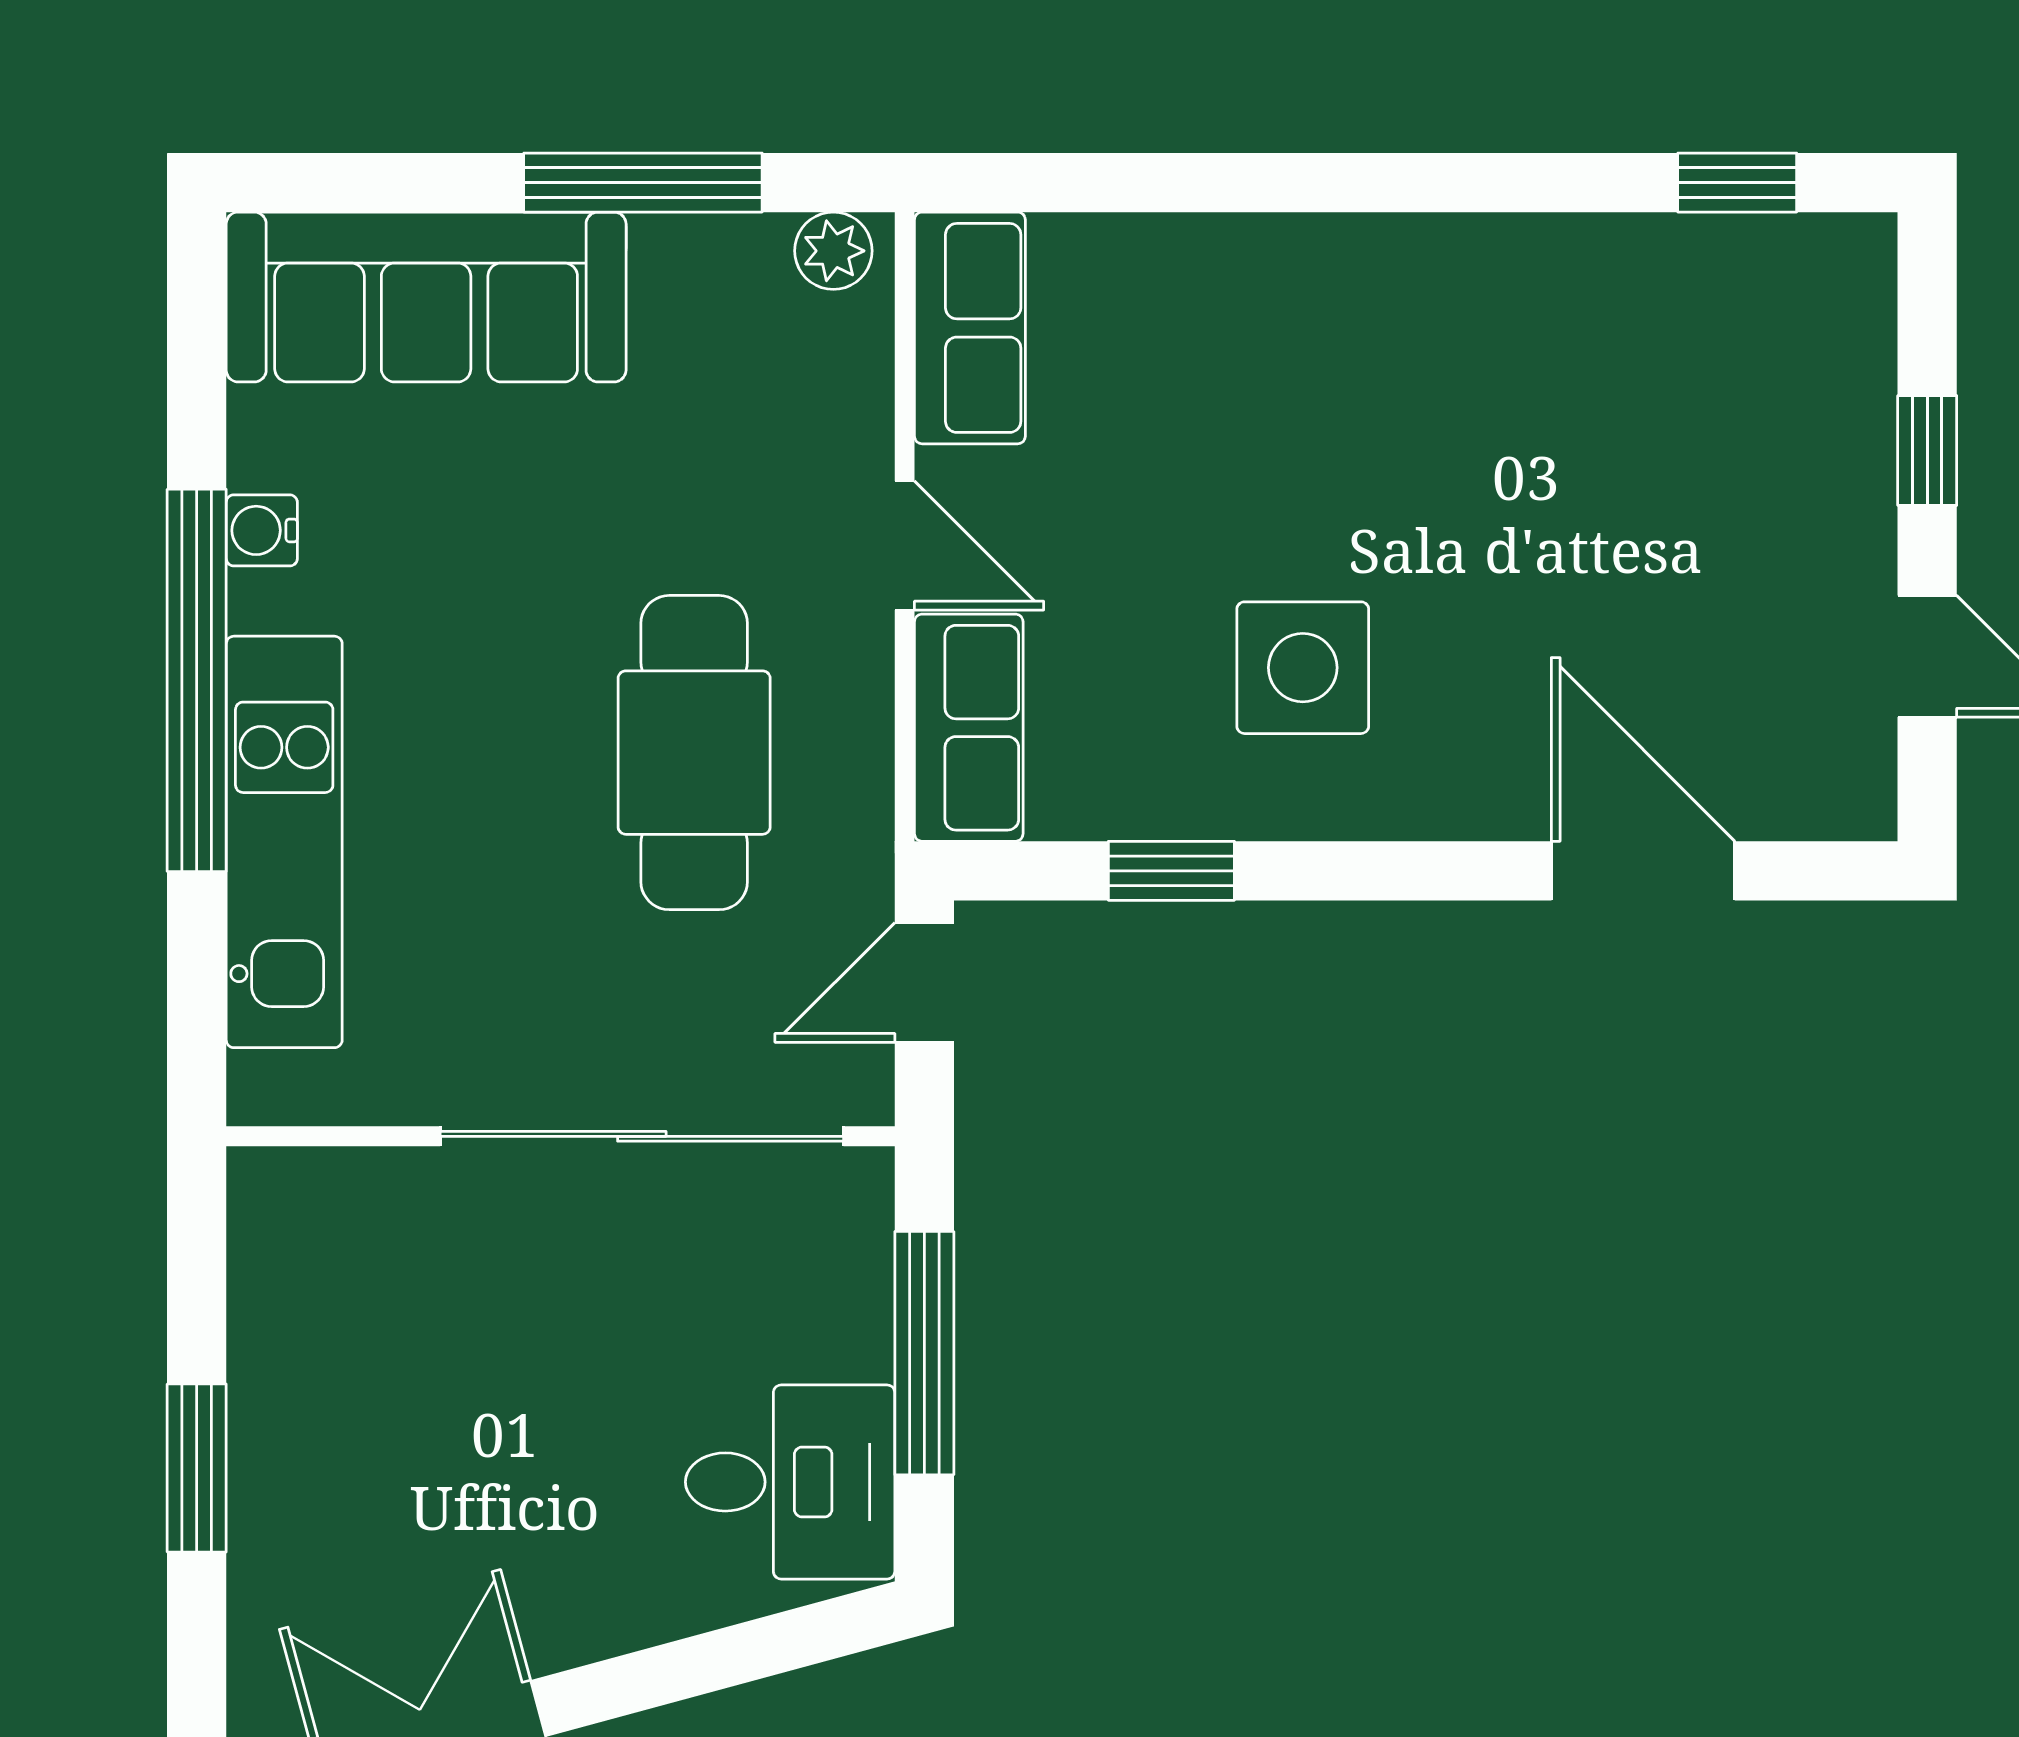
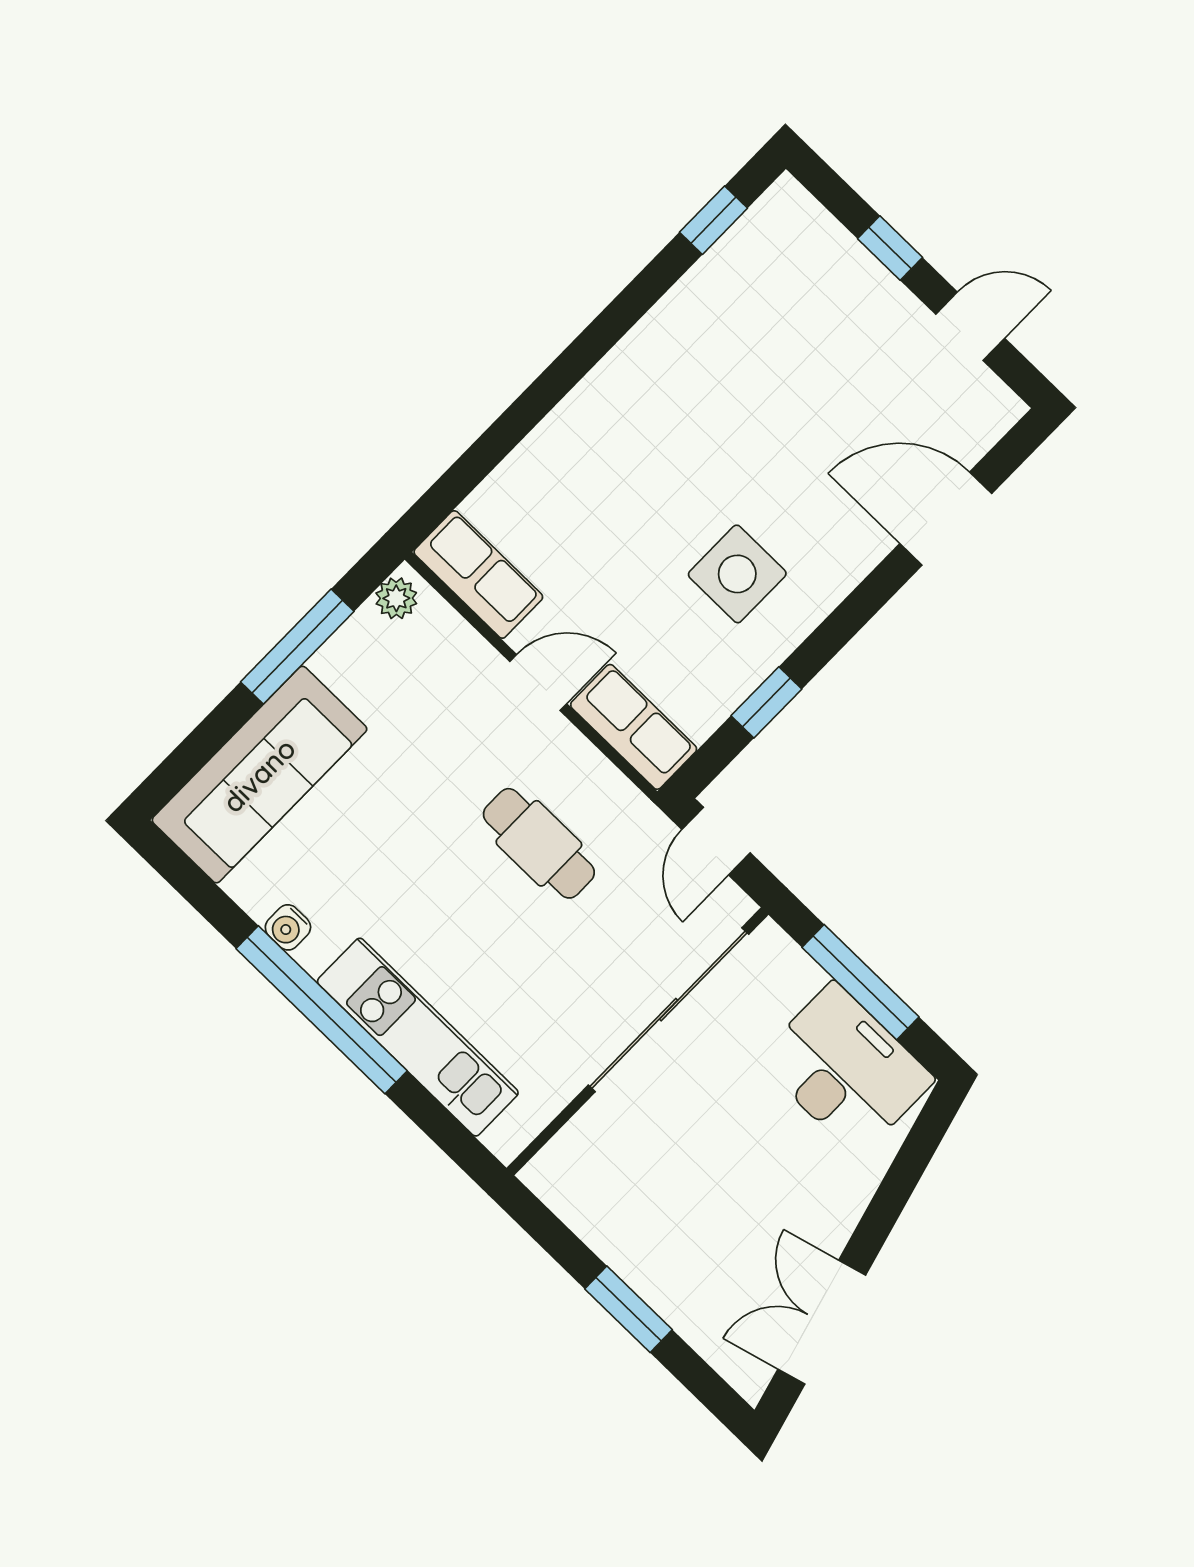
cafe table: (694, 753) -> (539, 843), width x0.73, depth x0.74
desk: (790, 1482) -> (846, 1070), width x1.37

